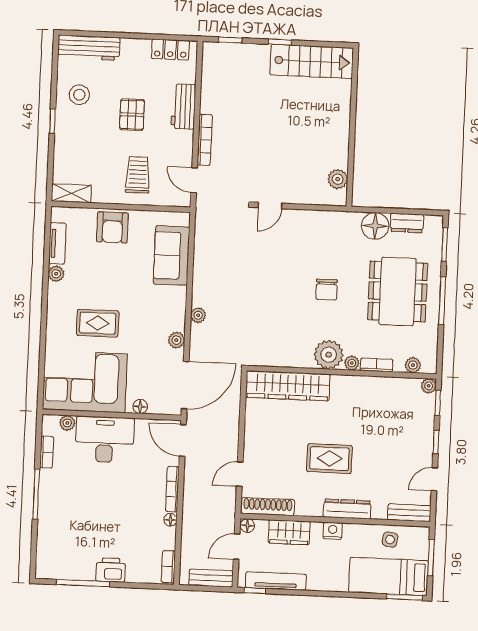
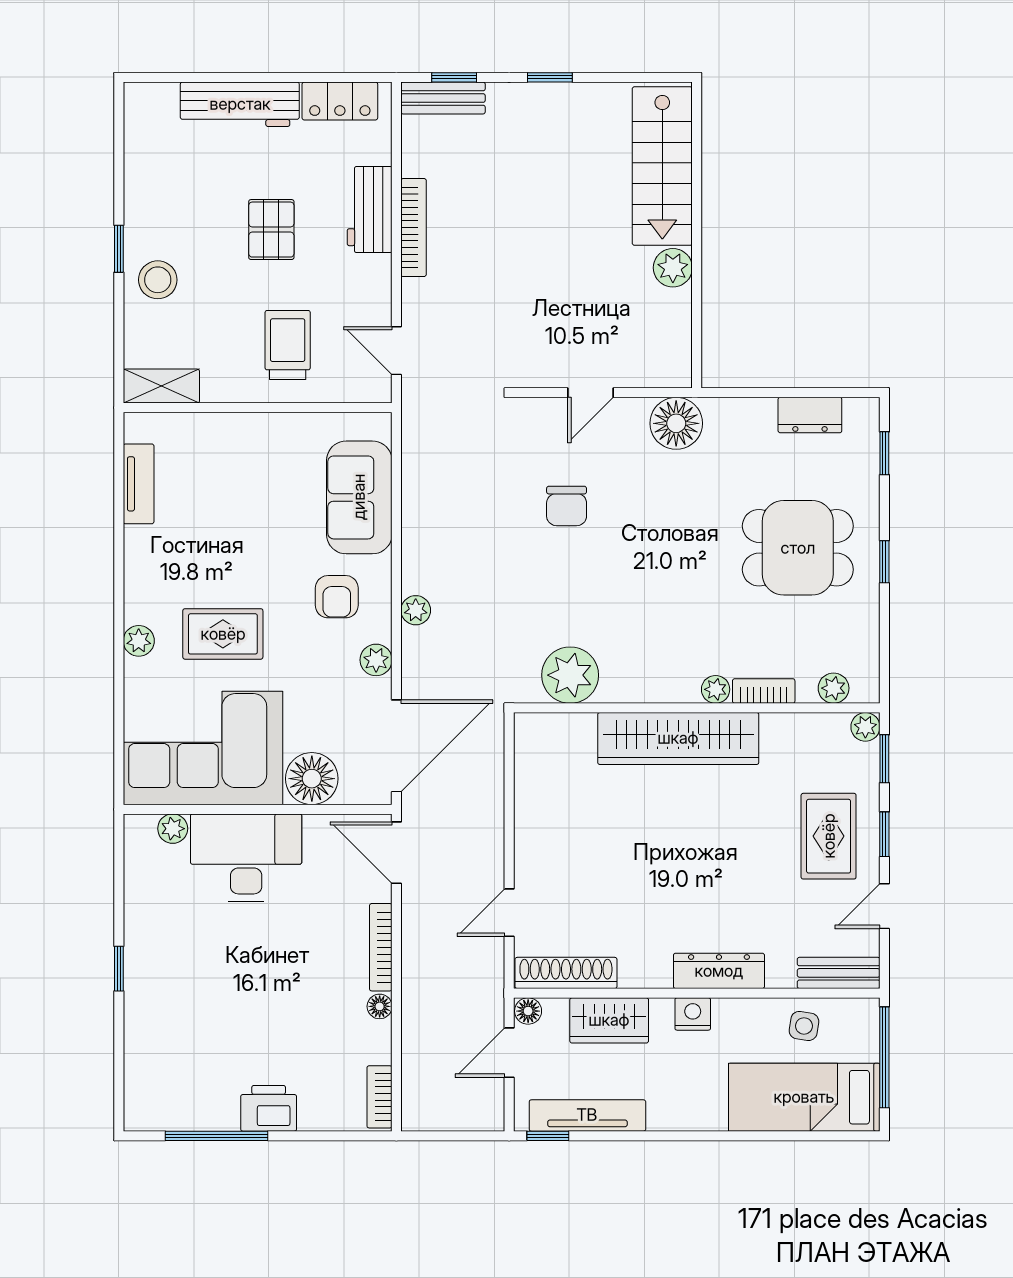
workbench: (89, 48) -> (240, 104), moved
stairs: (312, 61) -> (662, 166), moved, turned 90
stool: (79, 95) -> (158, 280), moved
bookcase: (205, 140) -> (414, 228), moved
plant: (338, 179) -> (673, 268), moved
door: (270, 205) -> (591, 393), moved
floor lamp: (375, 226) -> (676, 423), moved
armchair: (112, 227) -> (337, 597), moved, width x0.72, depth x0.72
window: (445, 244) -> (884, 453), width x0.67
plant: (56, 274) -> (139, 641), moved
chair: (326, 290) -> (567, 506), moved
dining table: (398, 291) -> (798, 548), width x0.73
window: (442, 301) -> (884, 562), width x0.46
plant: (329, 355) -> (570, 675), moved
wardrobe: (288, 386) -> (678, 738), moved
floor lamp: (140, 407) -> (312, 779), width x1.89, depth x1.89
bookcase: (47, 452) -> (136, 887), removed
rug: (329, 459) -> (829, 836), moved, turned 90
window: (36, 494) -> (119, 969), width x0.46
window: (431, 558) -> (884, 1057), width x1.44
bench: (211, 578) -> (443, 98), moved
window: (404, 597) -> (837, 1136), removed

